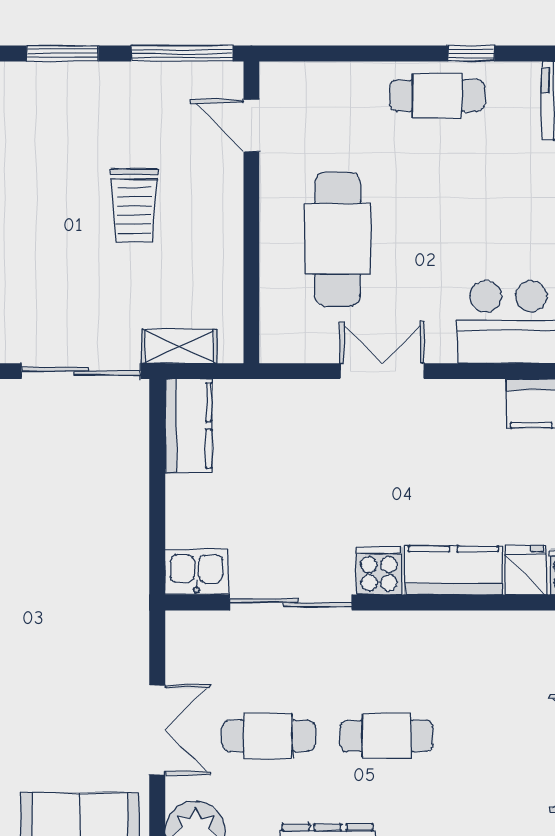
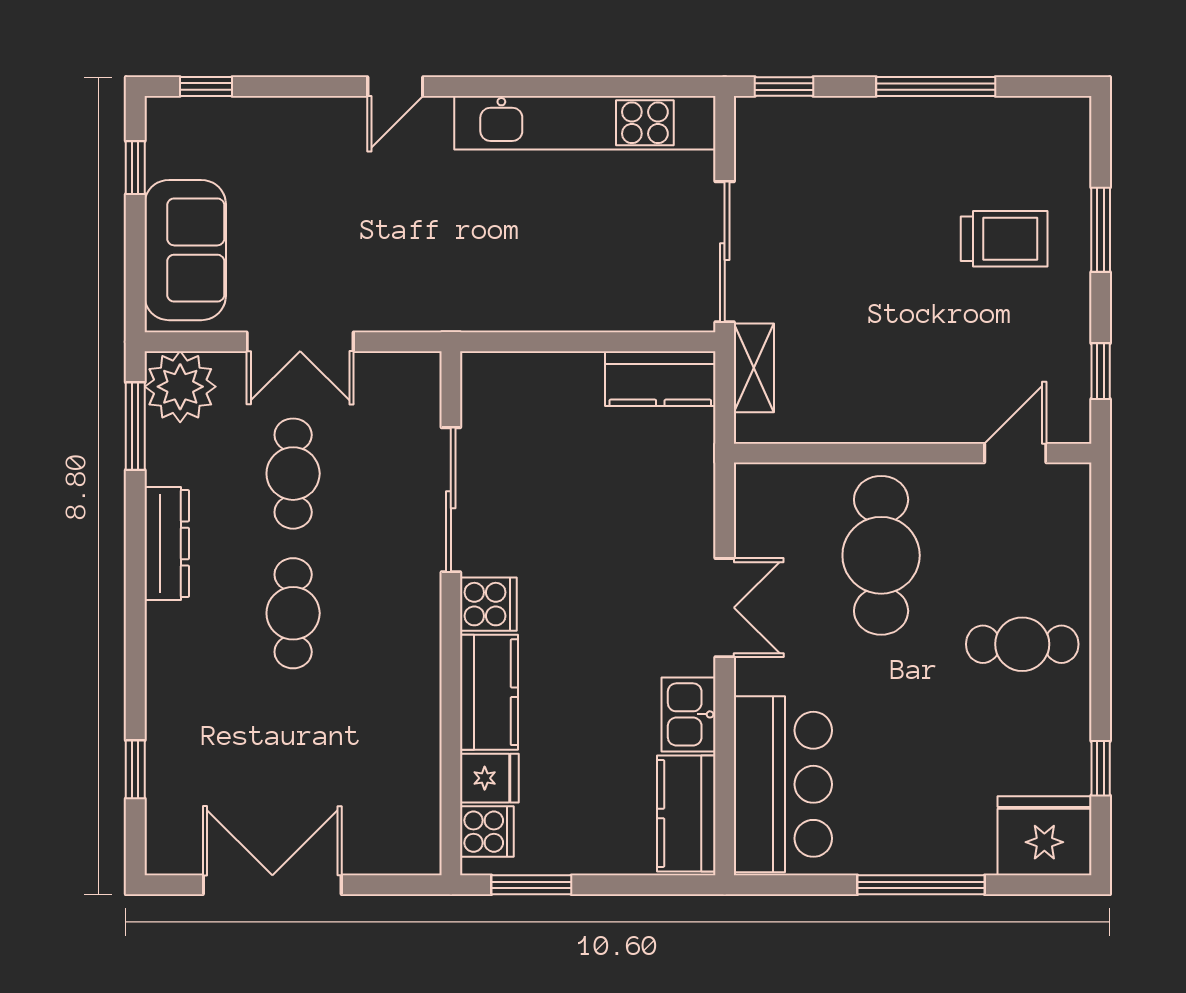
window: (182, 53) -> (1101, 371), width x0.46
window: (471, 53) -> (1101, 768), moved
cafe table: (437, 96) -> (1022, 644), moved, turned 90
trolley: (134, 205) -> (1004, 239), moved, turned 180
cafe table: (338, 239) -> (881, 555), turned 90
kitchen sink: (196, 572) -> (688, 714), moved, turned 180

